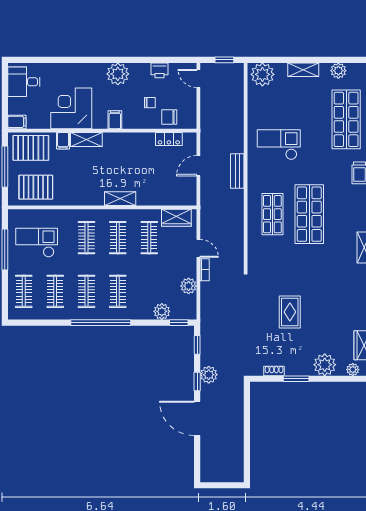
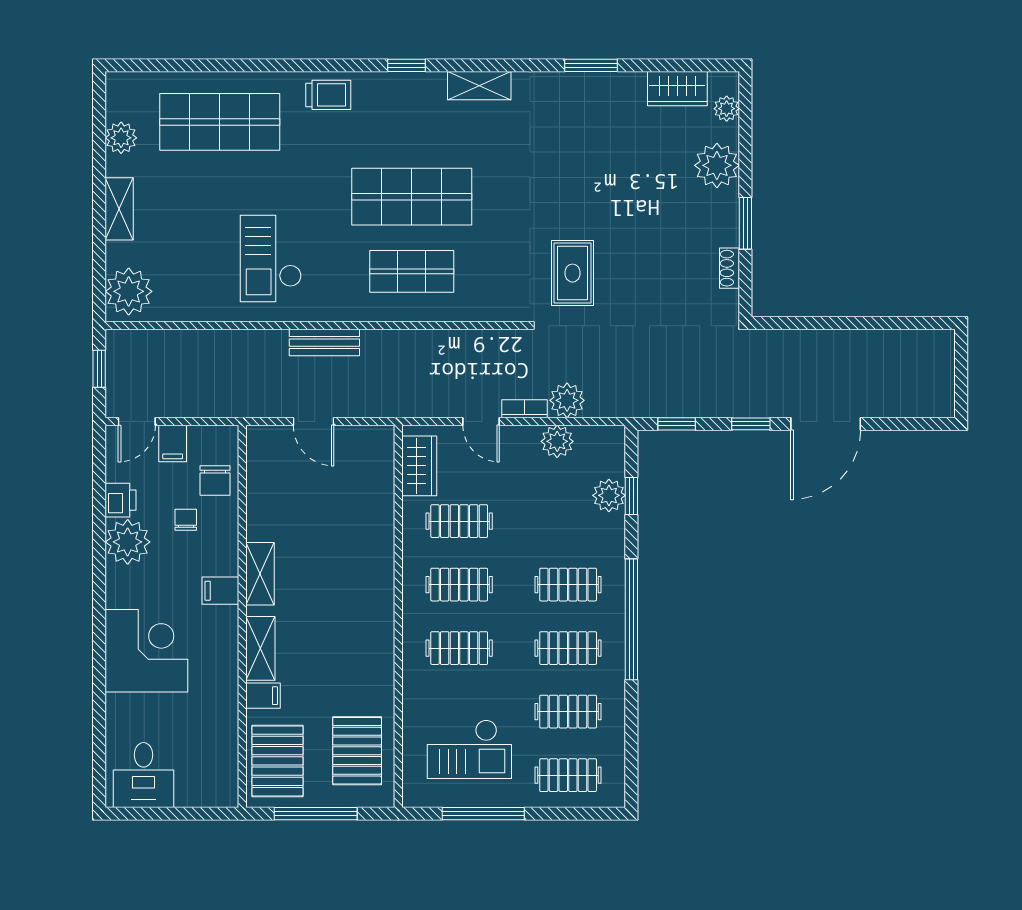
plant: (118, 74) -> (128, 542), moved
corner desk: (71, 108) -> (146, 651), moved, turned 180
filing cabinet: (17, 122) -> (173, 443), moved, turned 180
locker: (169, 139) -> (259, 481), removed
shelving: (120, 199) -> (260, 574), moved
checkout: (37, 243) -> (469, 749), turned -90
door: (198, 248) -> (481, 421), swing flipped
rug: (290, 312) -> (572, 273), moved, turned 90
window: (179, 323) -> (631, 496), moved
plant: (209, 375) -> (567, 400), moved

